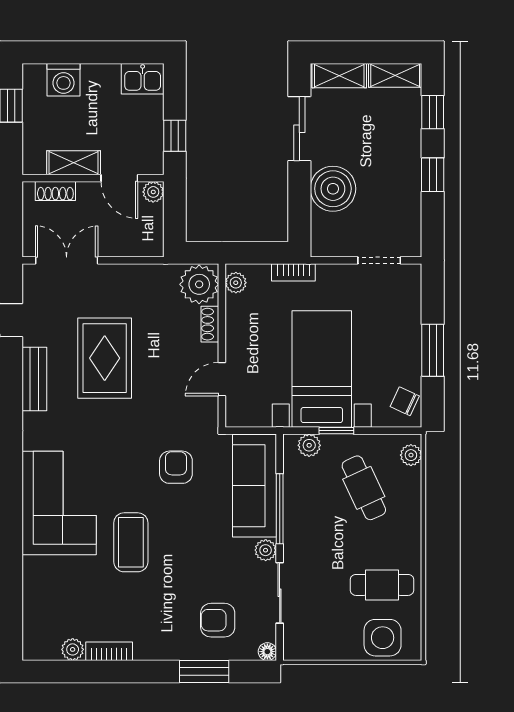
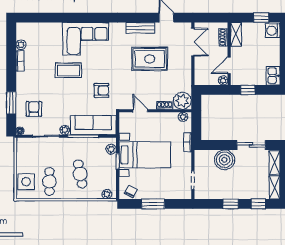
washing machine: (63, 80) -> (273, 31), moved
shelving: (74, 163) -> (236, 34), moved
cafe table: (364, 488) -> (80, 174), moved, turned -76

